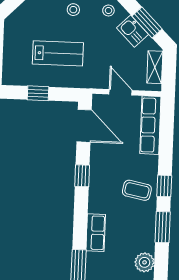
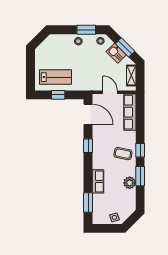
lab bench: (58, 53) -> (56, 77), moved
plant: (145, 262) -> (130, 183), moved

